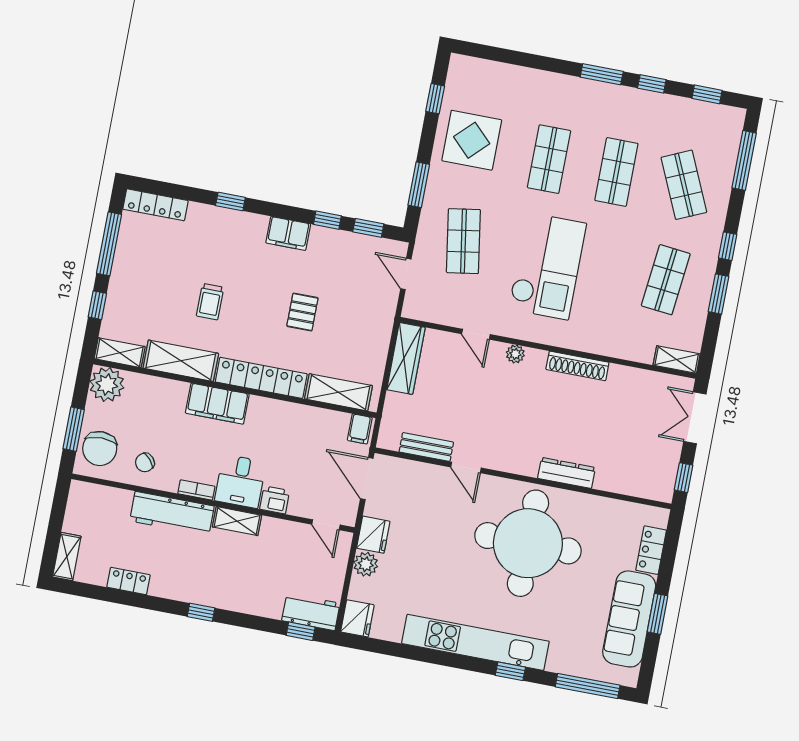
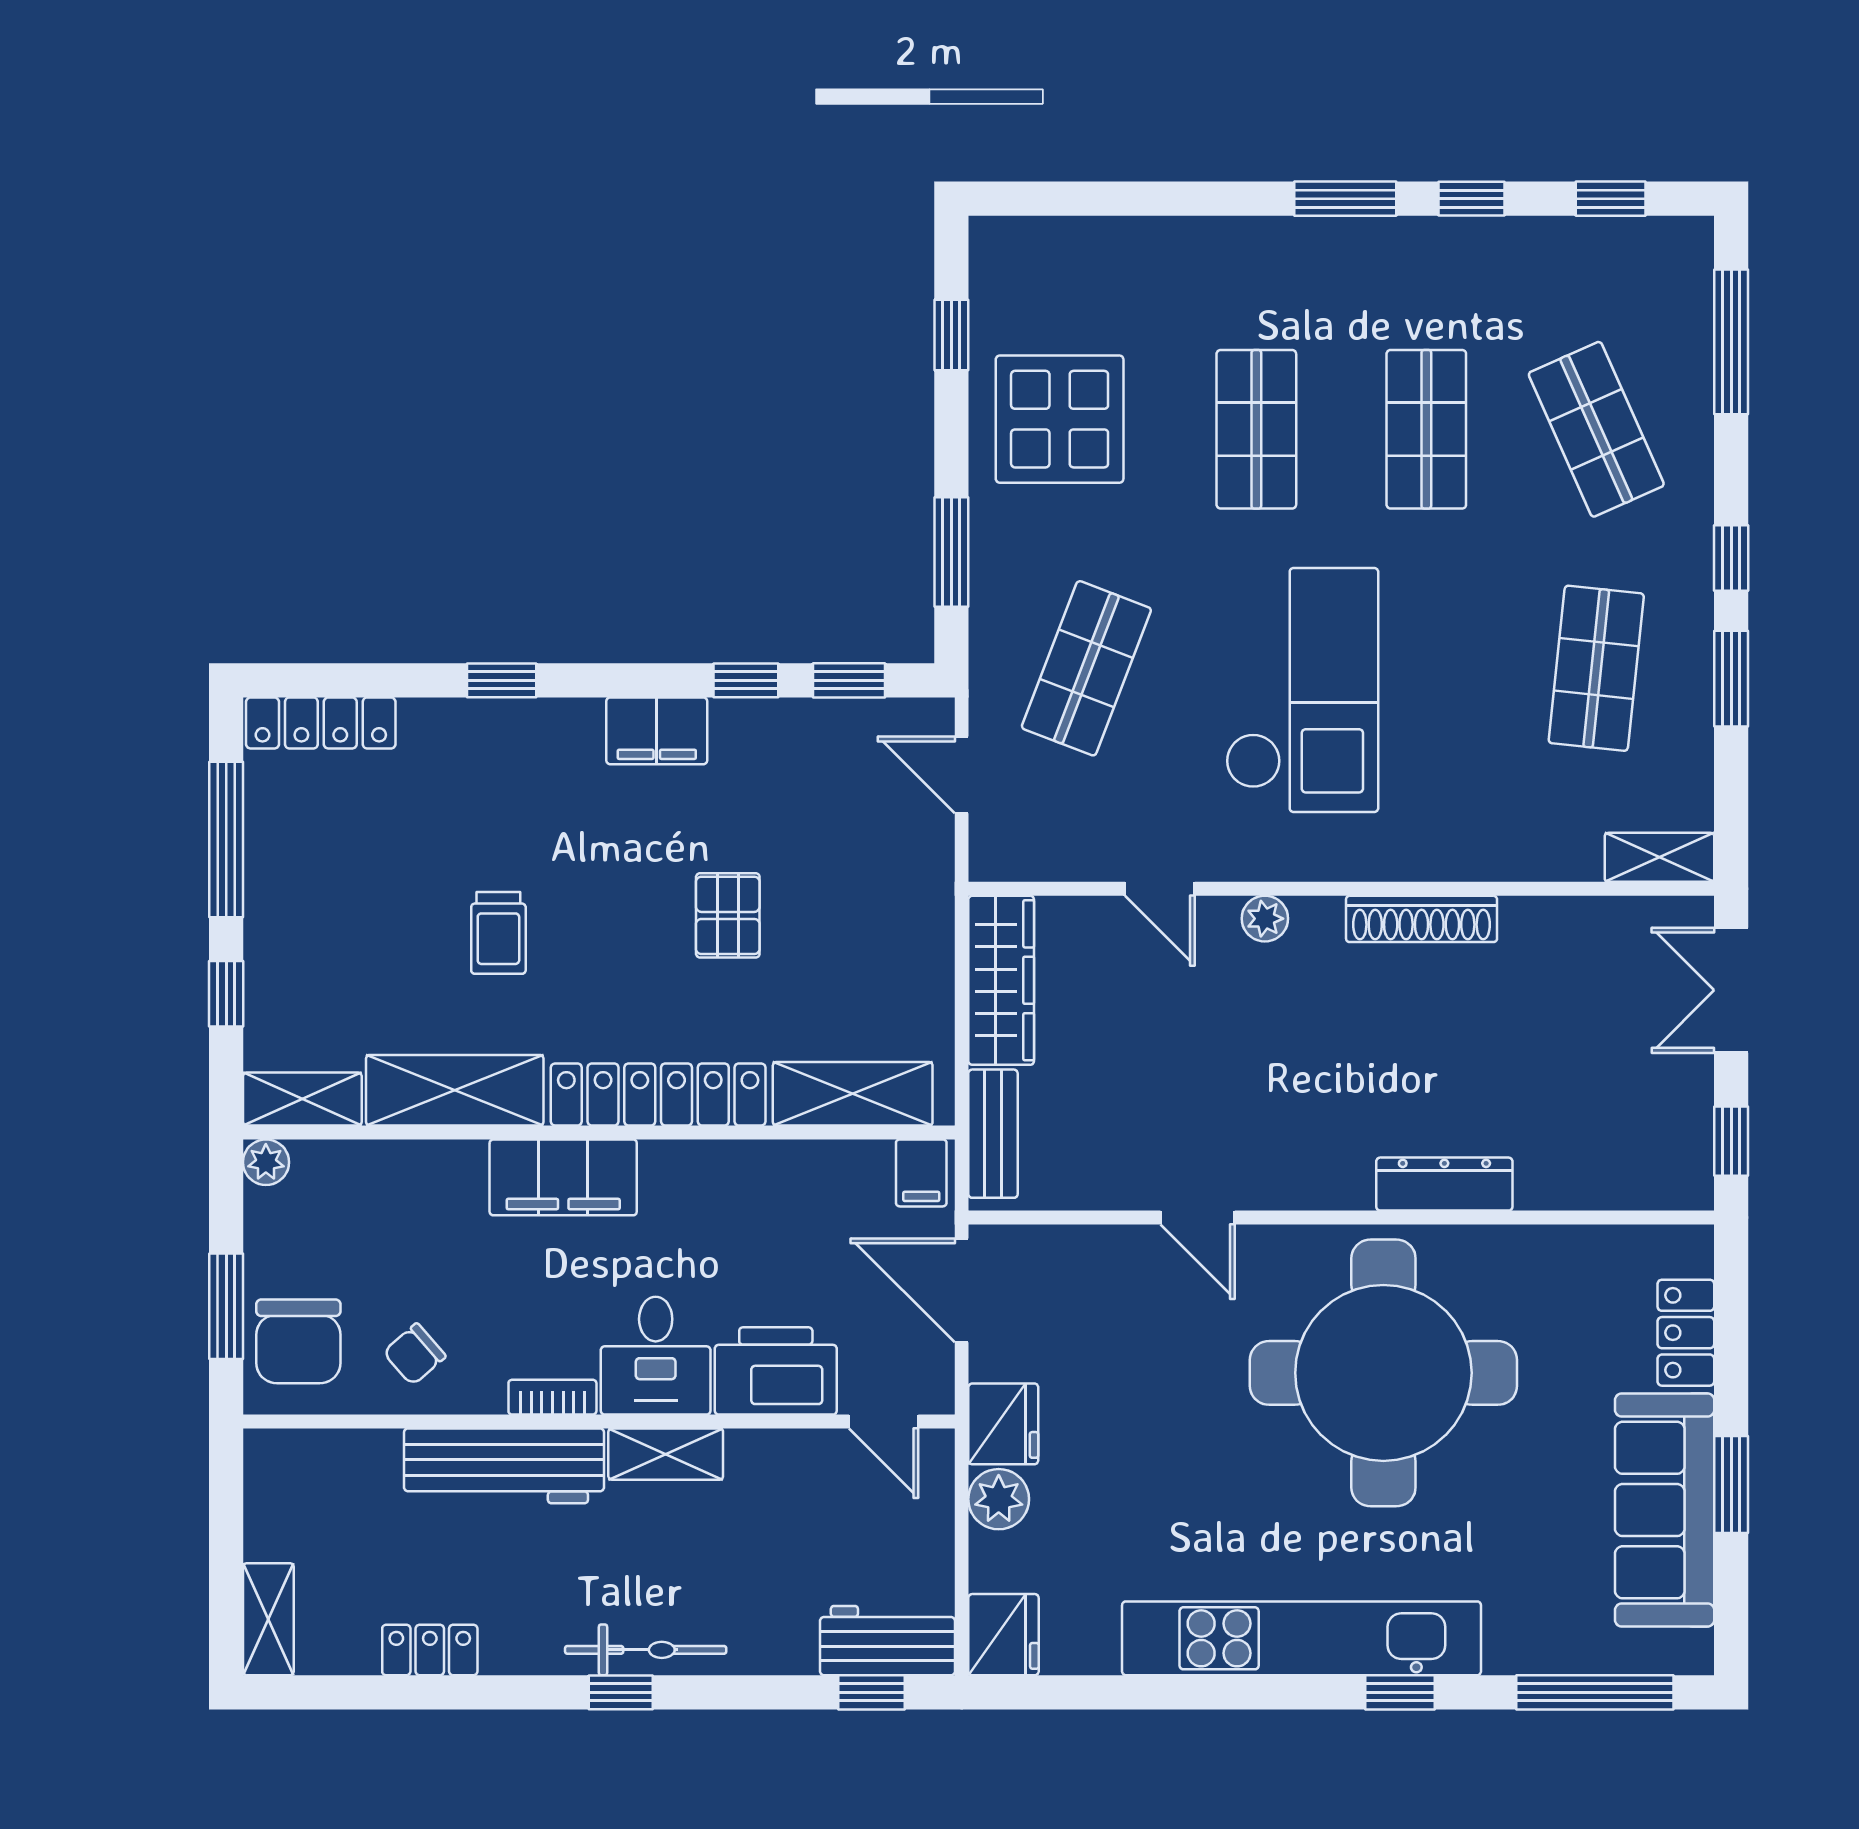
shop shelf: (463, 241) -> (1086, 668), turned 30
plant: (107, 384) -> (266, 1162), width x0.53, depth x0.53
bench: (426, 447) -> (993, 1134), moved, turned 90
printer: (275, 500) -> (776, 1371), width x1.87, depth x1.48
bicycle: (214, 597) -> (646, 1650), added

